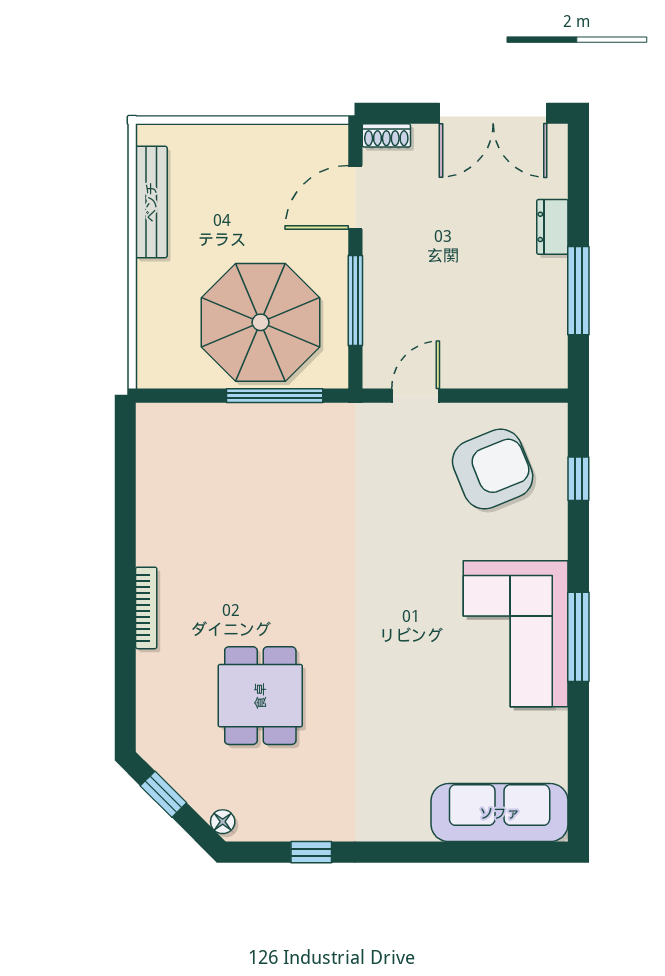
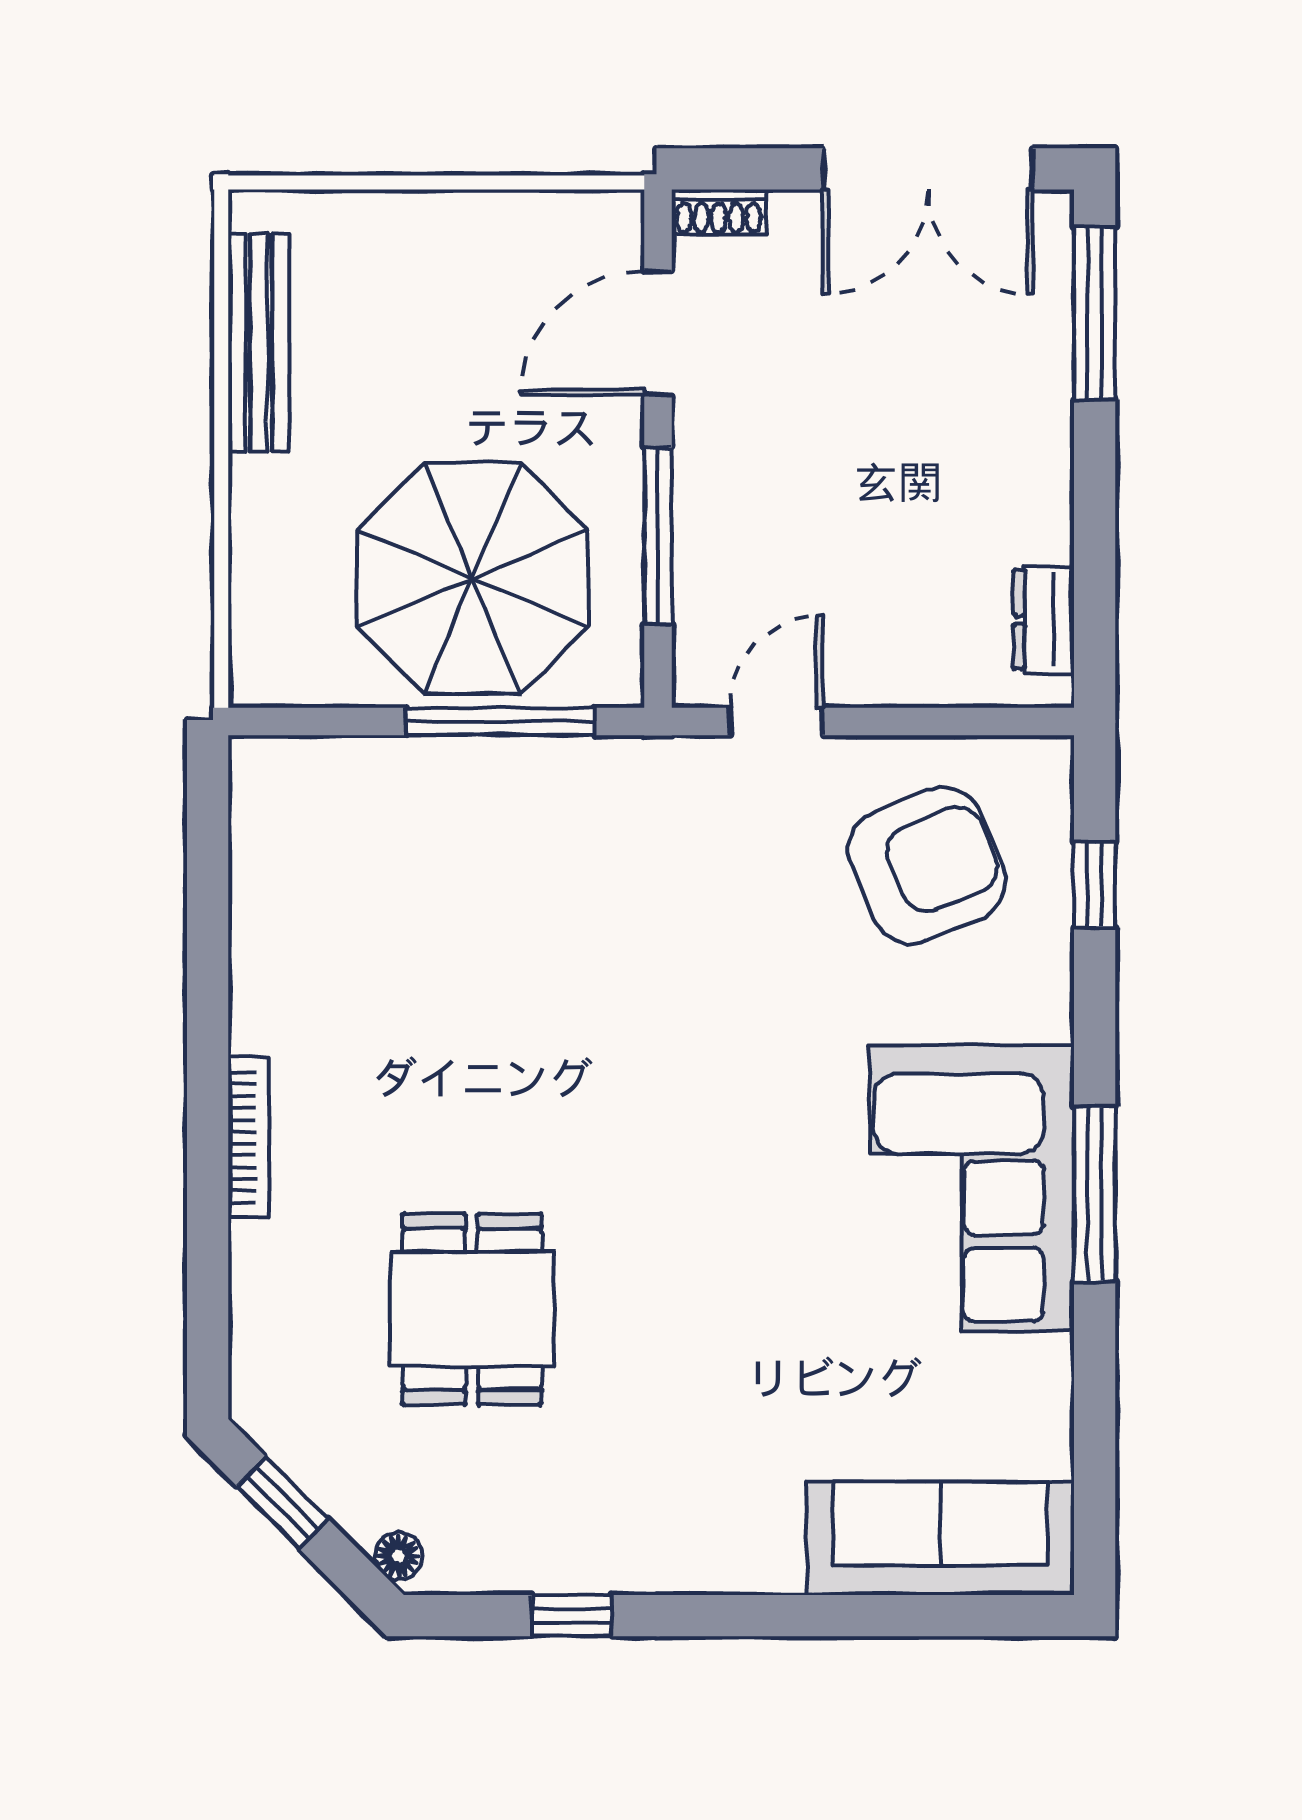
dresser: (552, 227) -> (1044, 620), moved
window: (578, 291) -> (1095, 313), moved

